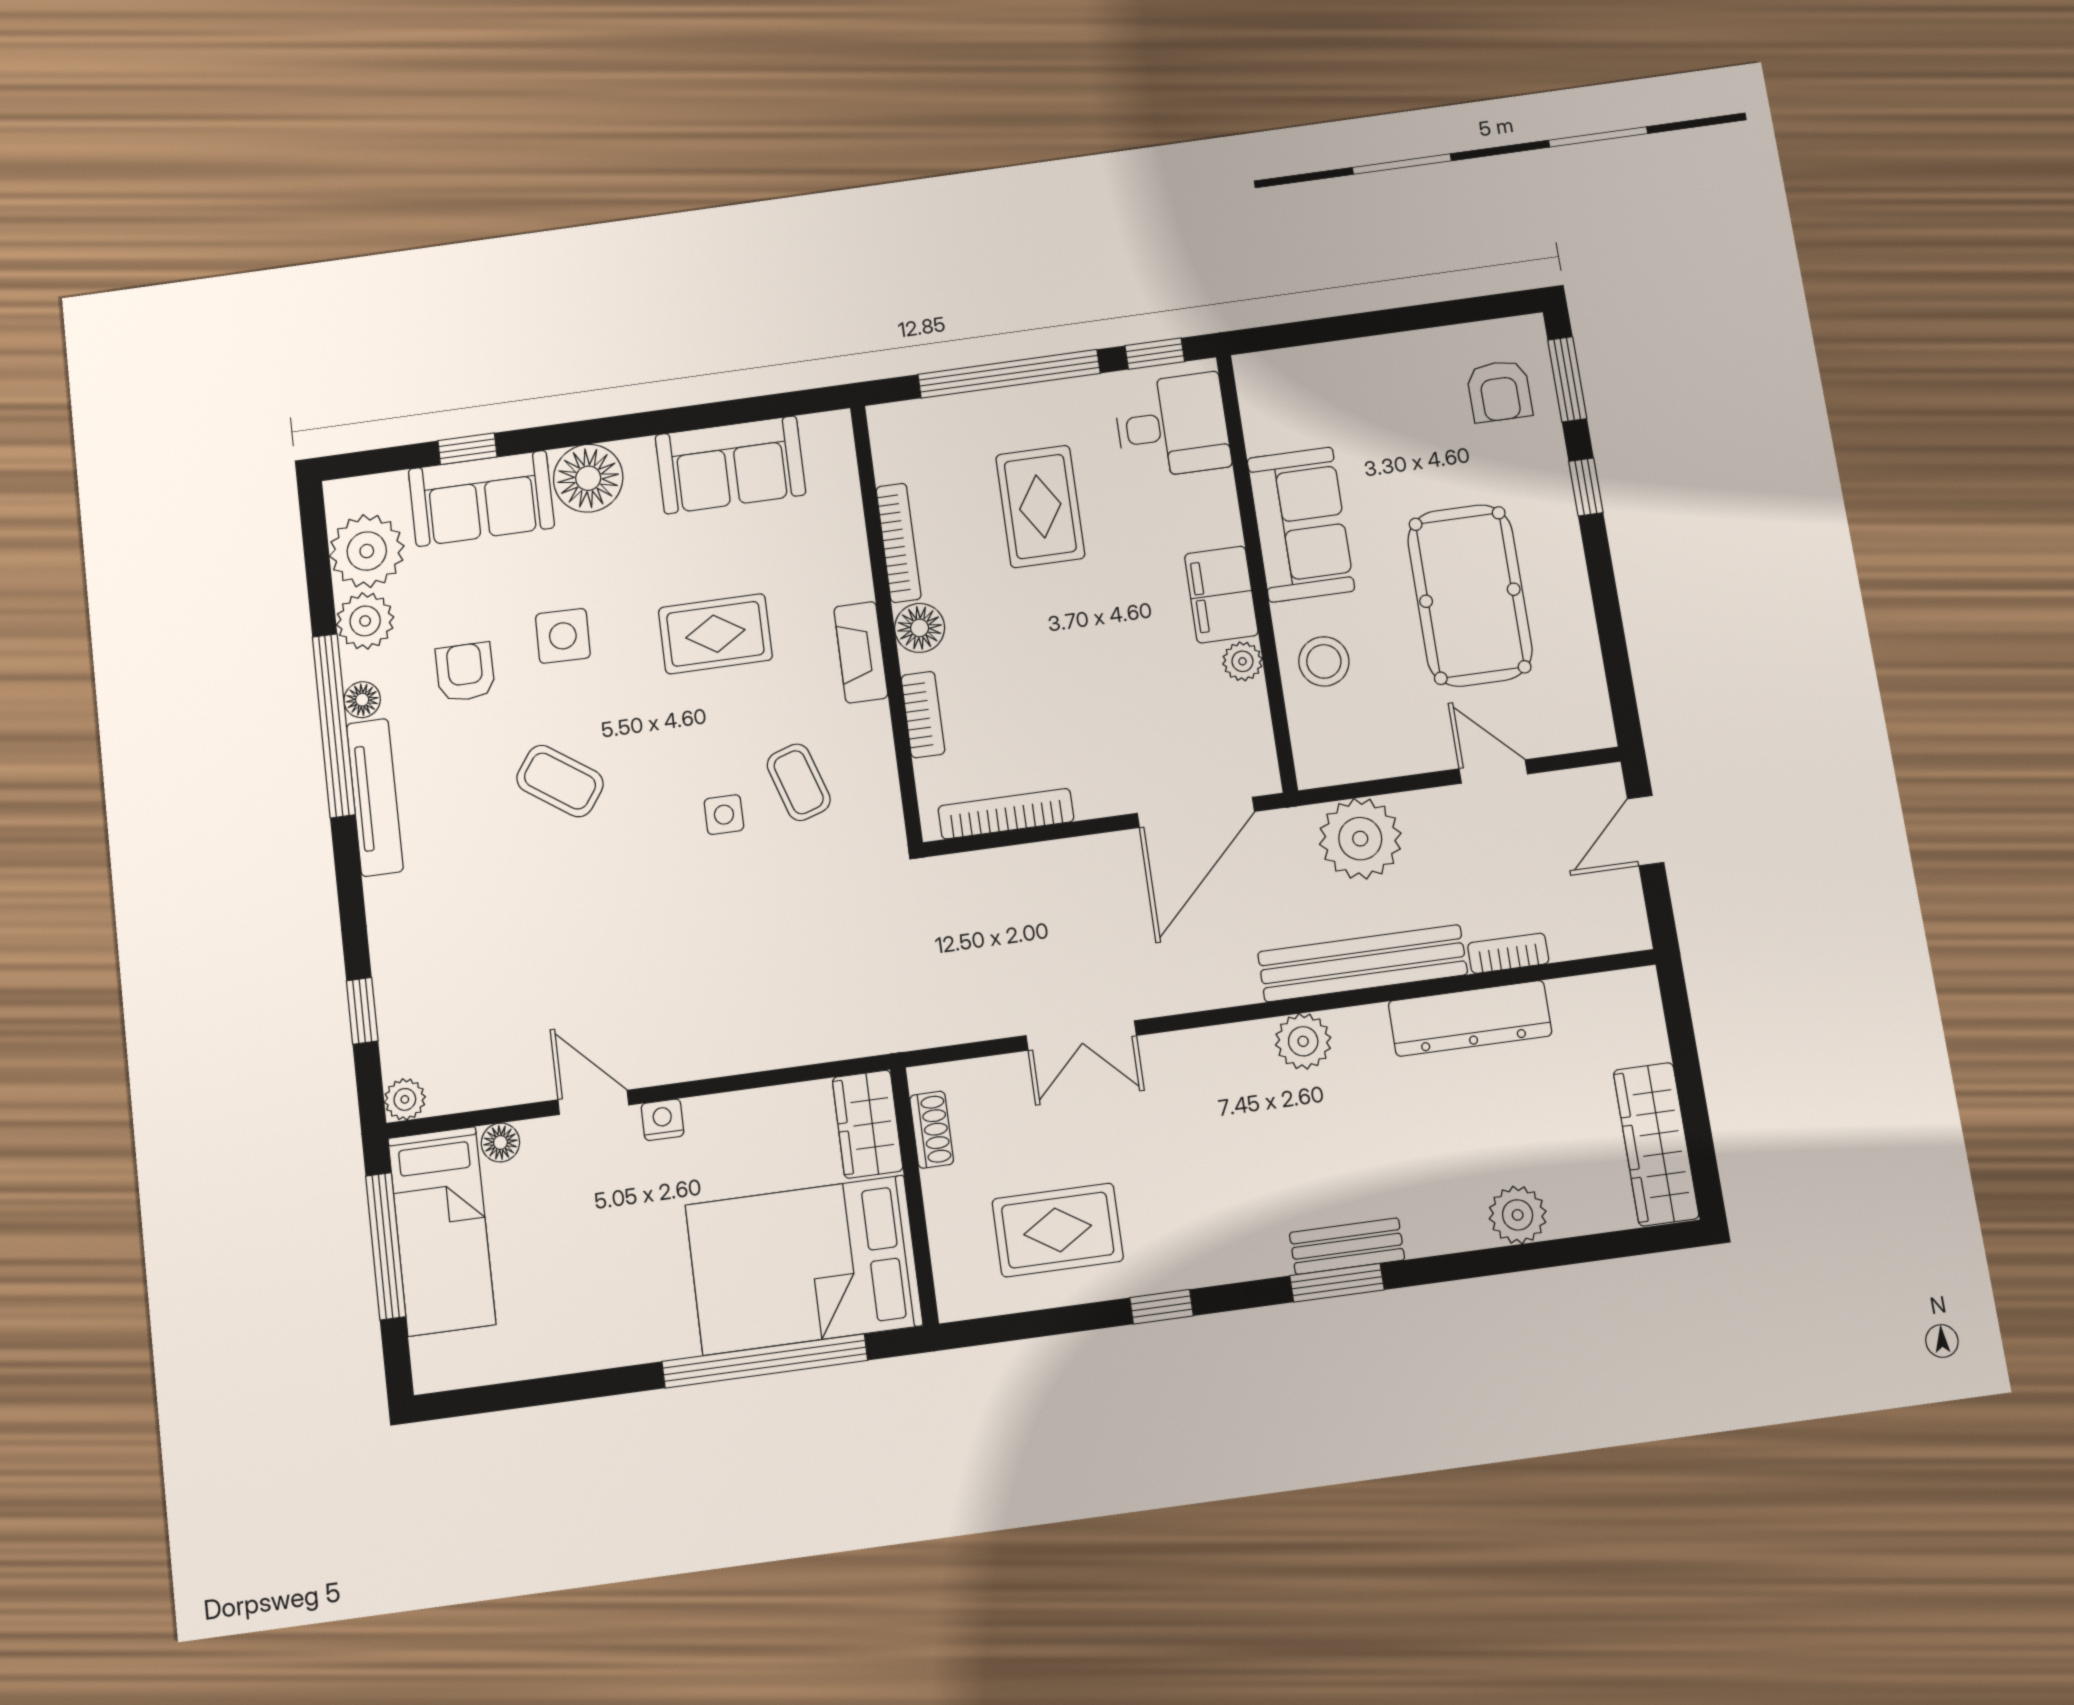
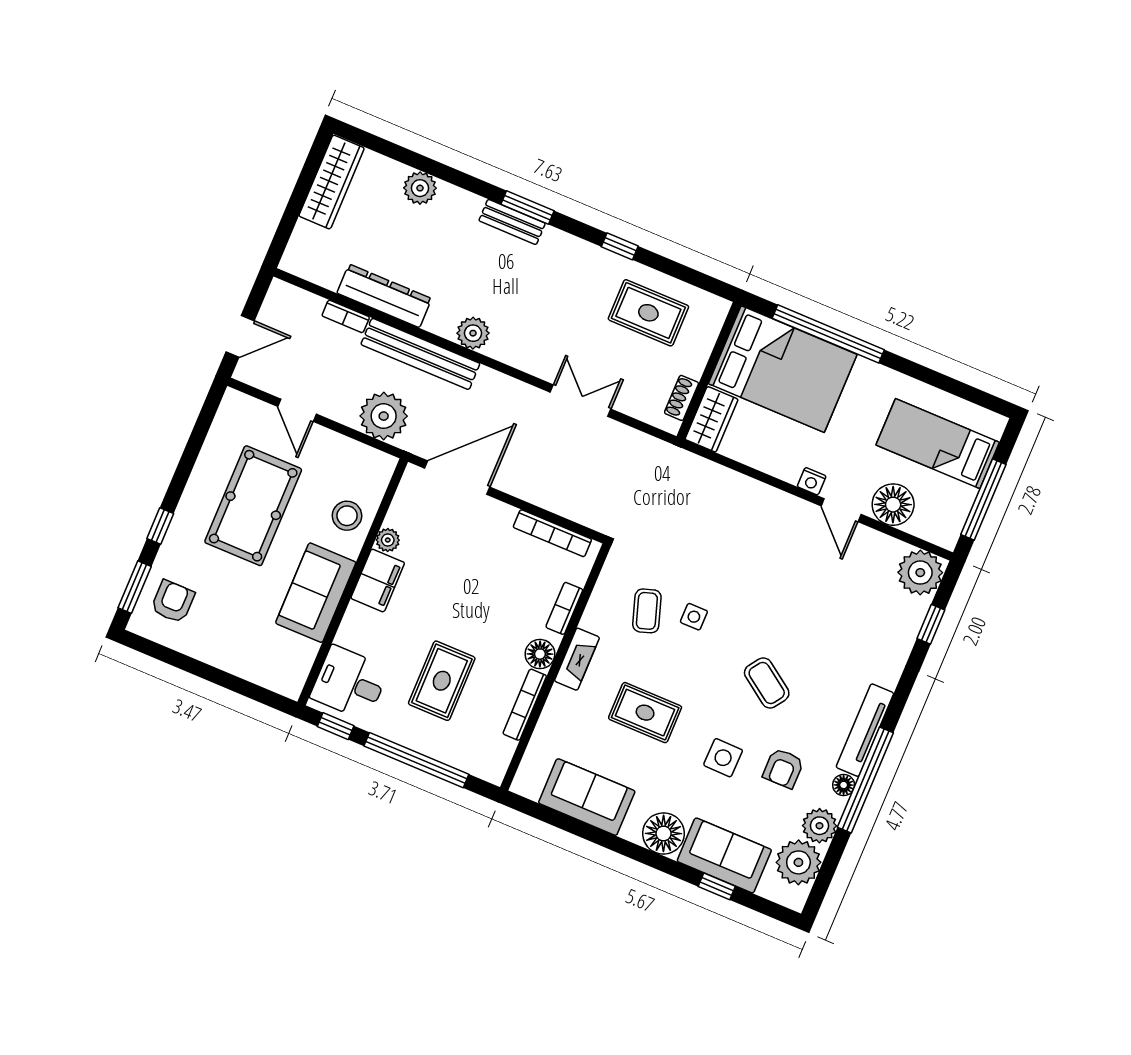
plant: (405, 1099) -> (920, 573), width x1.87, depth x1.87
floor lamp: (500, 1143) -> (893, 505), width x1.89, depth x1.89
bed: (442, 1231) -> (938, 444), moved, turned -90

